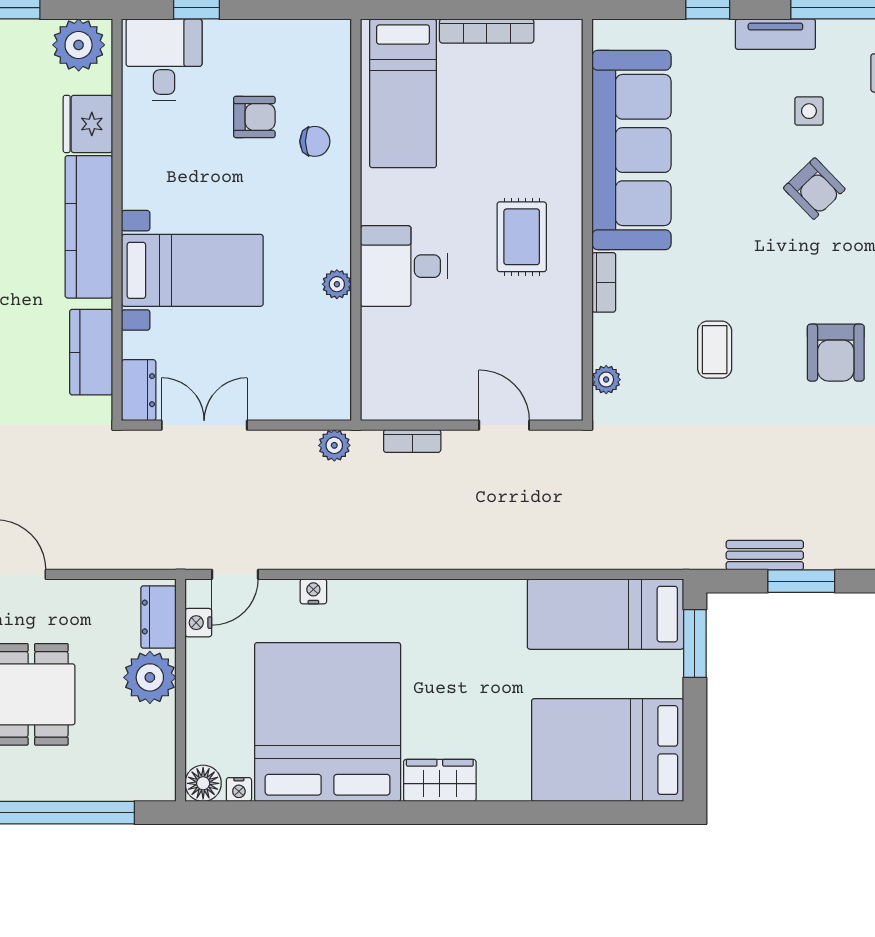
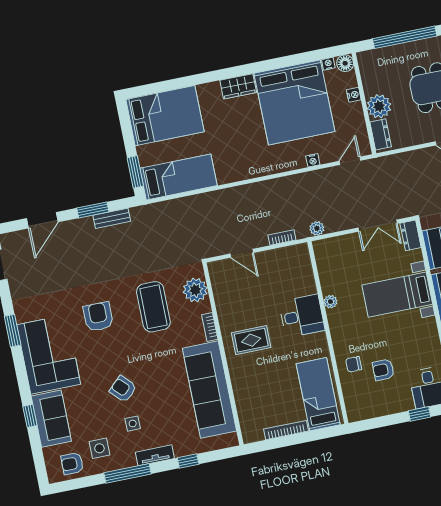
rug: (522, 237) -> (251, 340), turned 90
coffee table: (715, 350) -> (153, 307), width x1.86, depth x1.72
plant: (606, 380) -> (195, 290), width x1.88, depth x1.88
nightstand: (198, 623) -> (354, 95), moved

